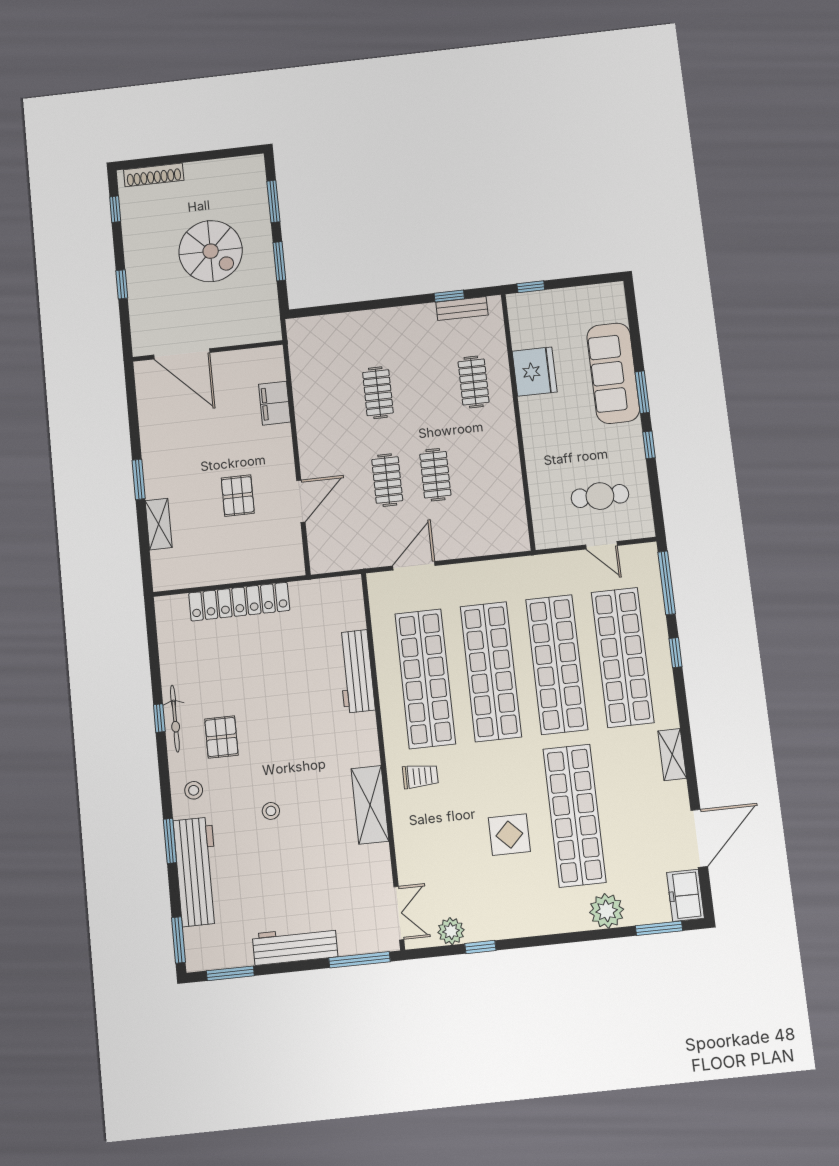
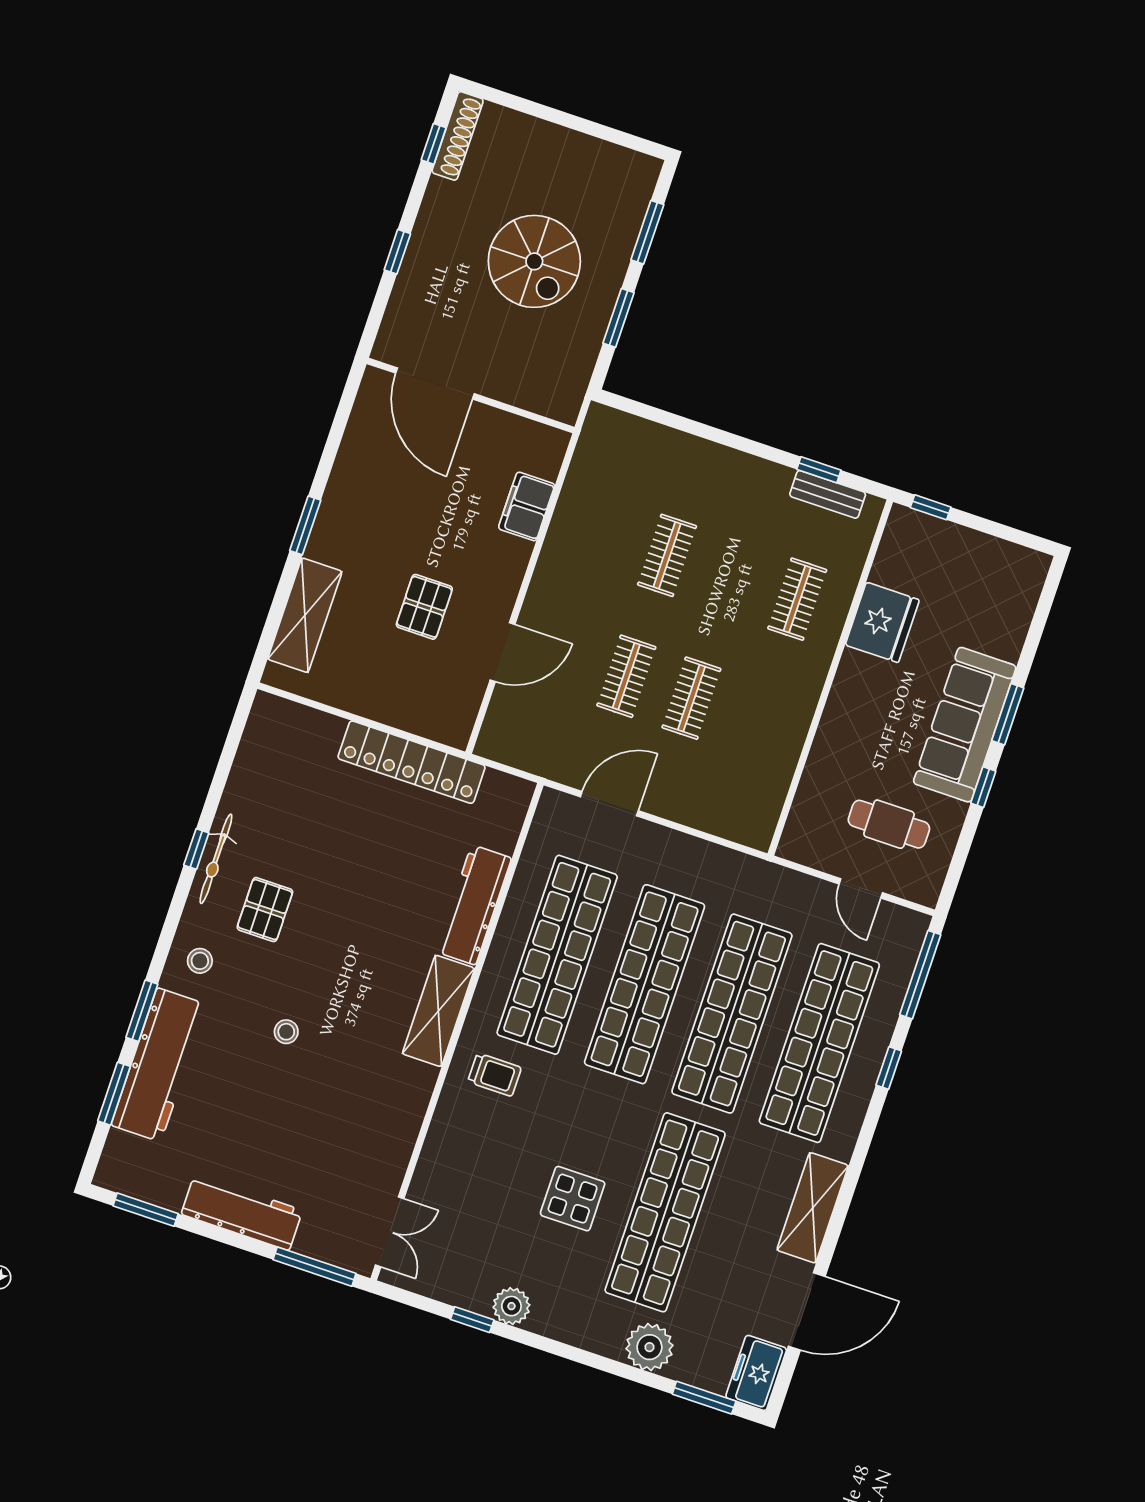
shoe rack: (154, 175) -> (458, 136), moved, turned -90
sofa: (613, 373) -> (965, 725), moved
shelving: (159, 524) -> (305, 615), width x1.50, depth x1.33
locker: (239, 602) -> (412, 762), moved
shelving: (672, 755) -> (813, 1208), width x1.50, depth x1.33
shelving: (370, 805) -> (438, 1011), moved
plant: (451, 931) -> (511, 1306), moved
window: (179, 940) -> (114, 1094), moved

